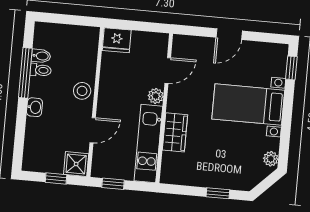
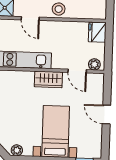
plant: (156, 96) -> (94, 64), moved
wardrobe: (175, 132) -> (48, 79), moved

